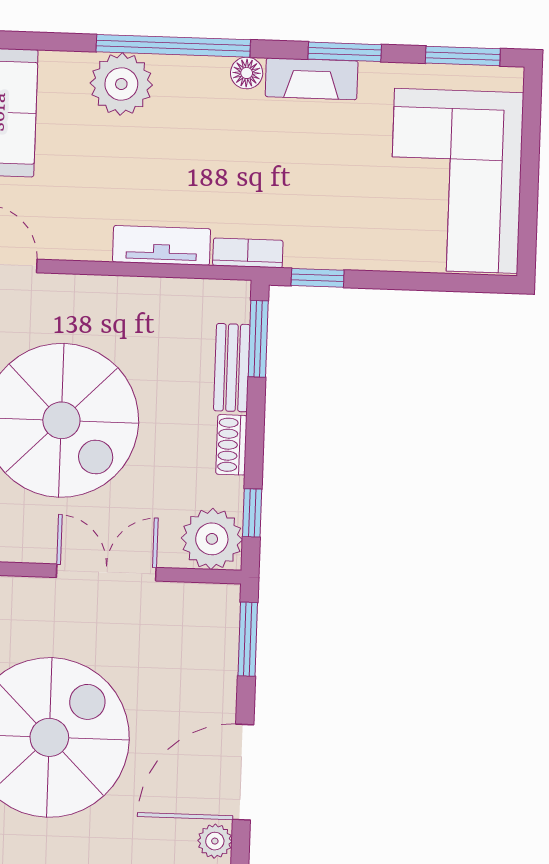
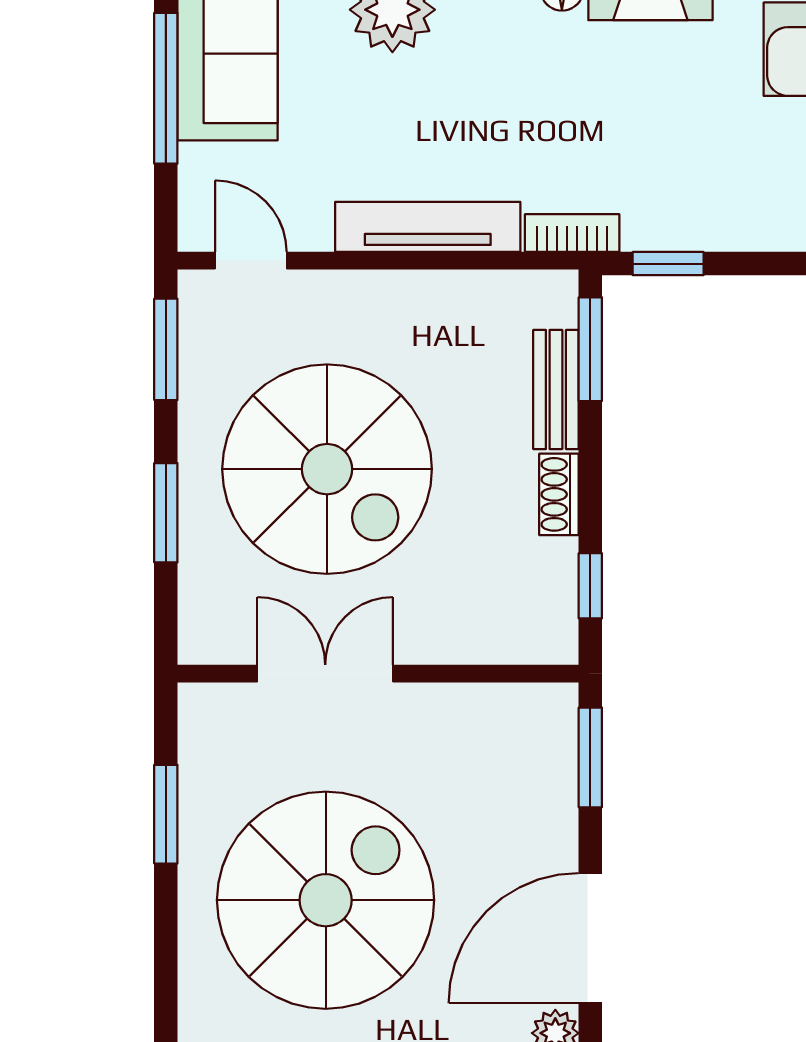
tv unit: (162, 245) -> (428, 227), width x1.41
plant: (212, 539) -> (537, 623), removed
double door: (106, 572) -> (325, 674), moved

